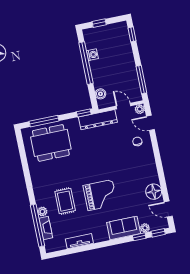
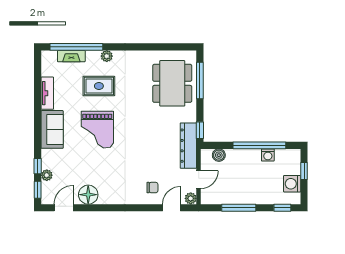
washing machine: (111, 30) -> (292, 184), added
window: (141, 80) -> (239, 208), moved
plant: (42, 212) -> (107, 56), moved
sofa: (124, 228) -> (52, 129), moved

